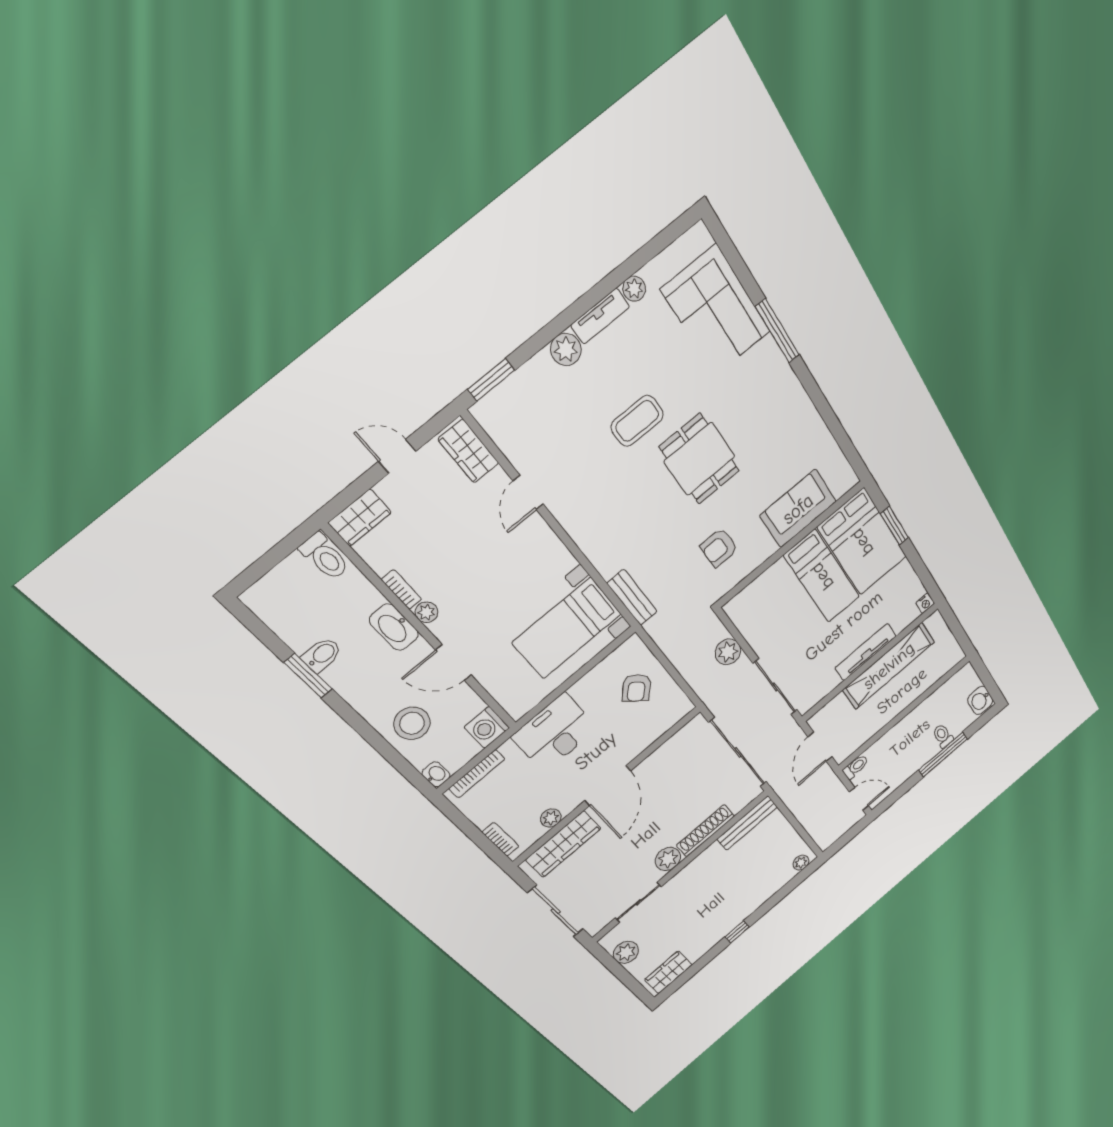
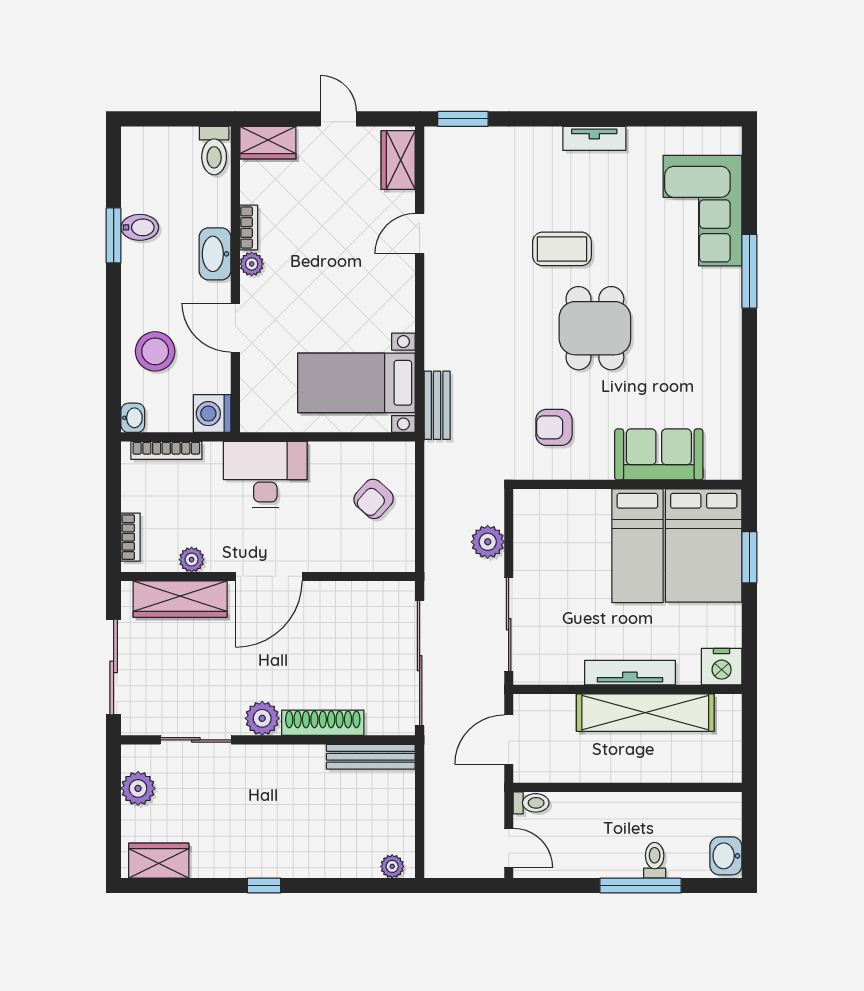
plant: (634, 289) -> (640, 139), removed
plant: (566, 349) -> (544, 142), removed
nightstand: (925, 603) -> (722, 667), width x1.89, depth x1.79

